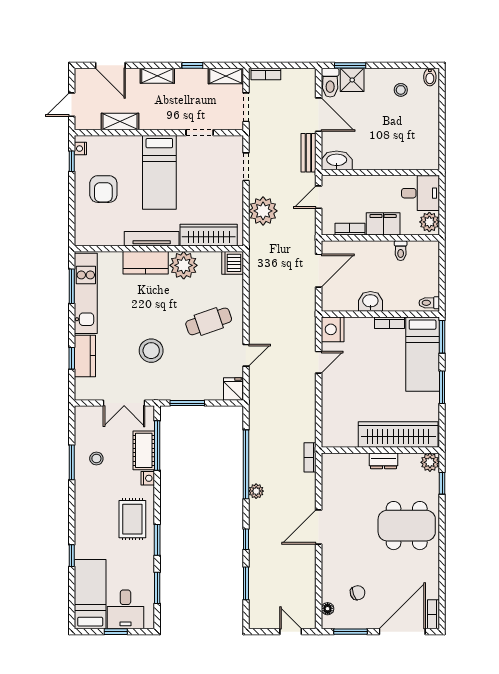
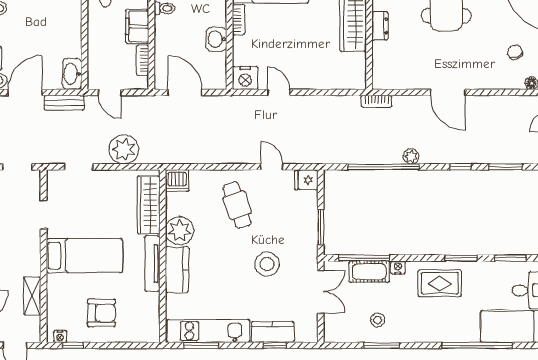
window: (72, 556) -> (477, 345), width x3.17

